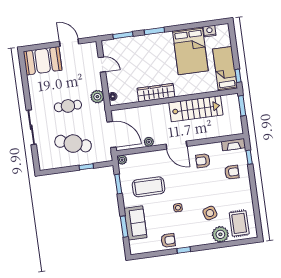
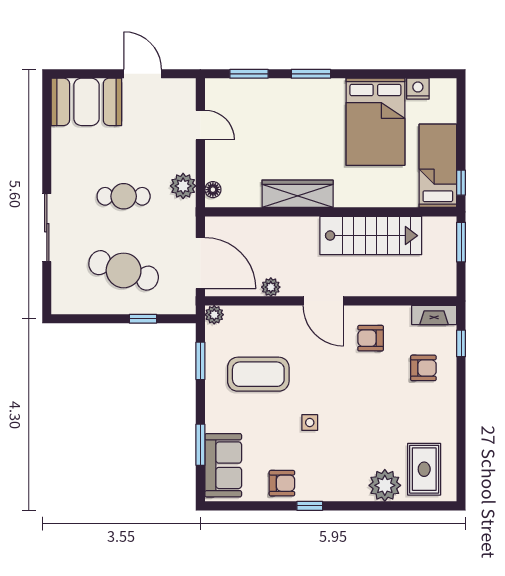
side table: (210, 213) -> (370, 441), removed
sofa: (135, 223) -> (223, 465), moved

